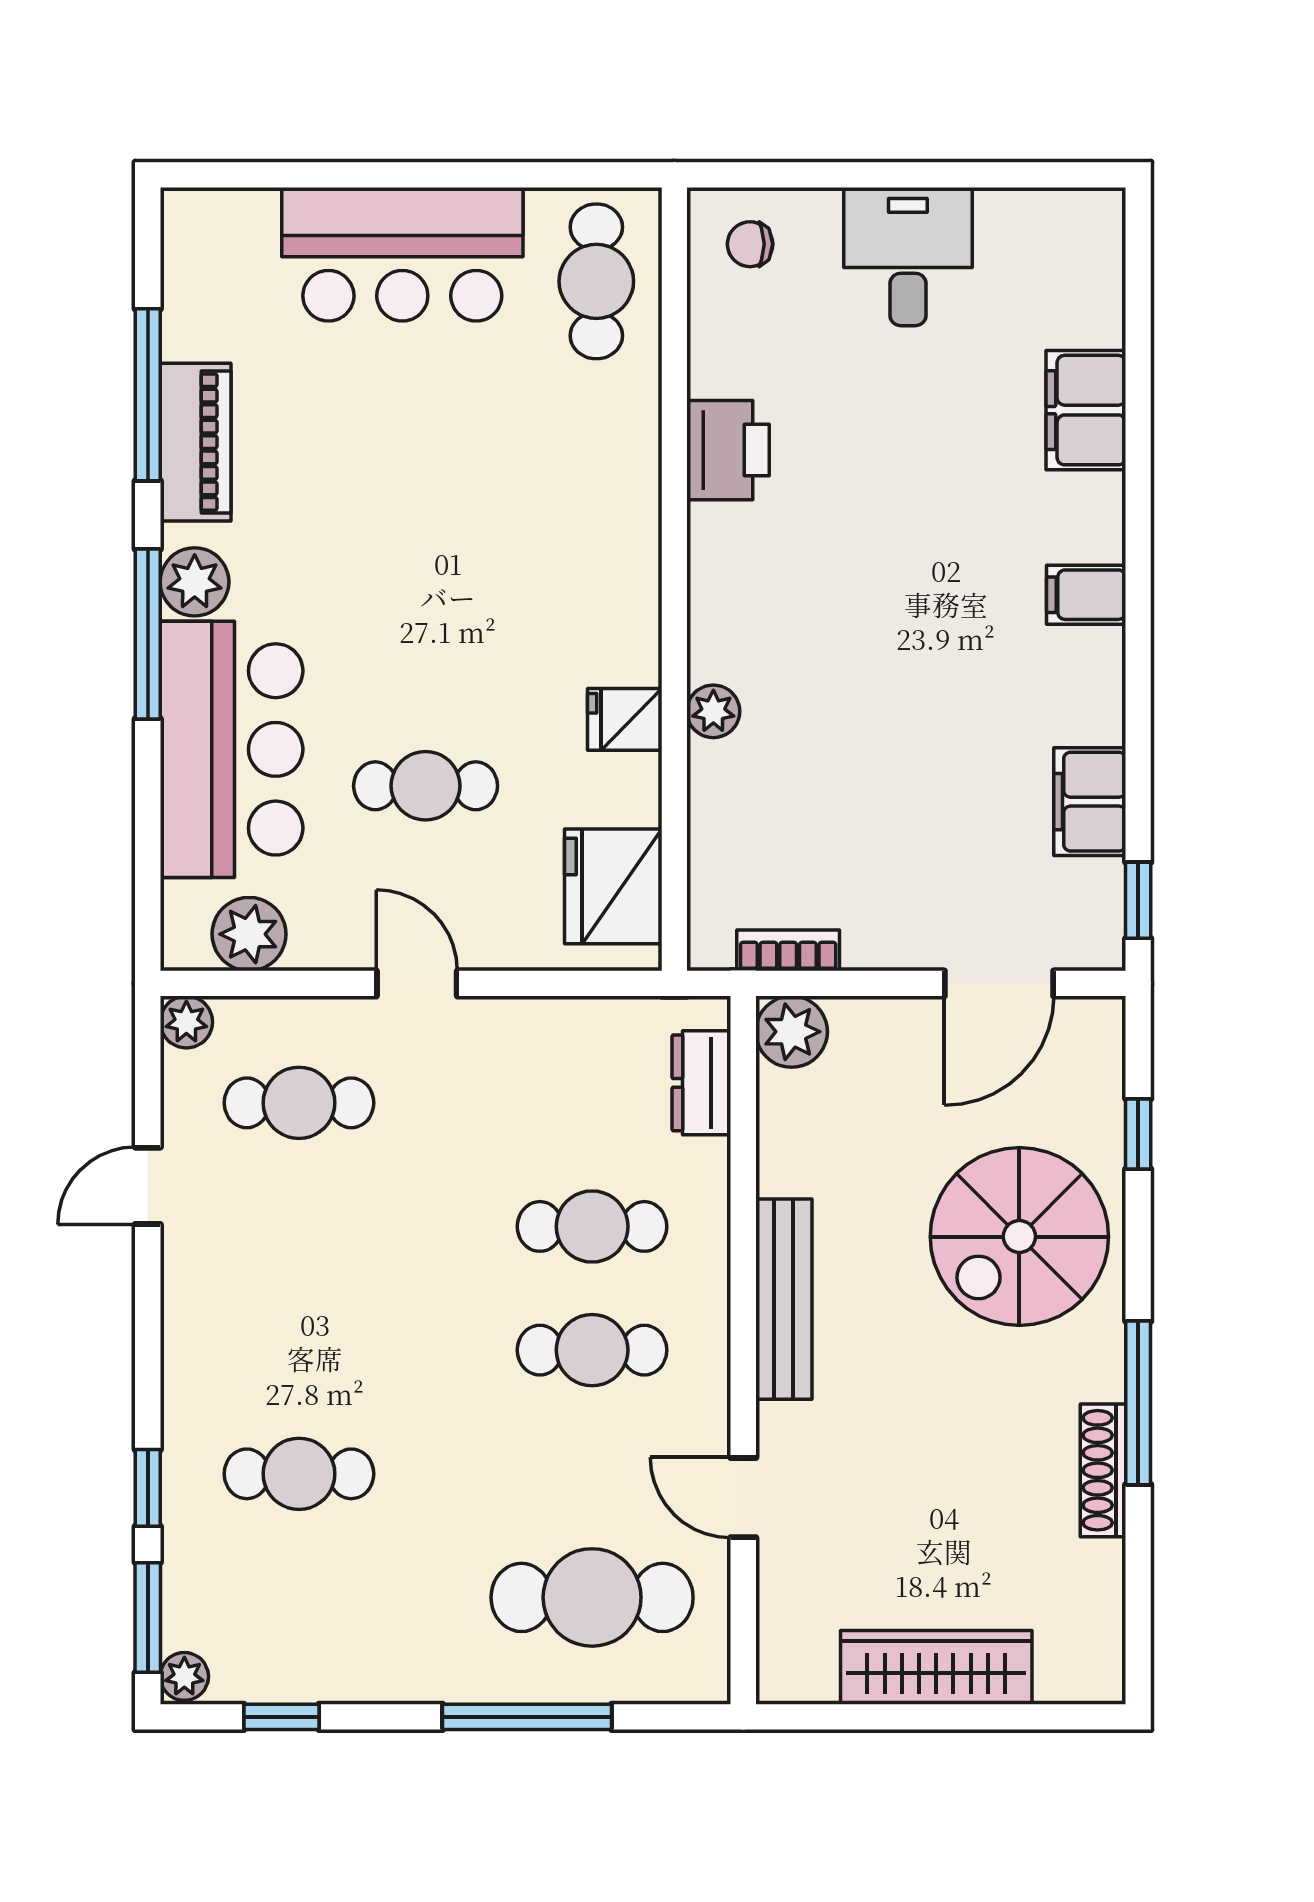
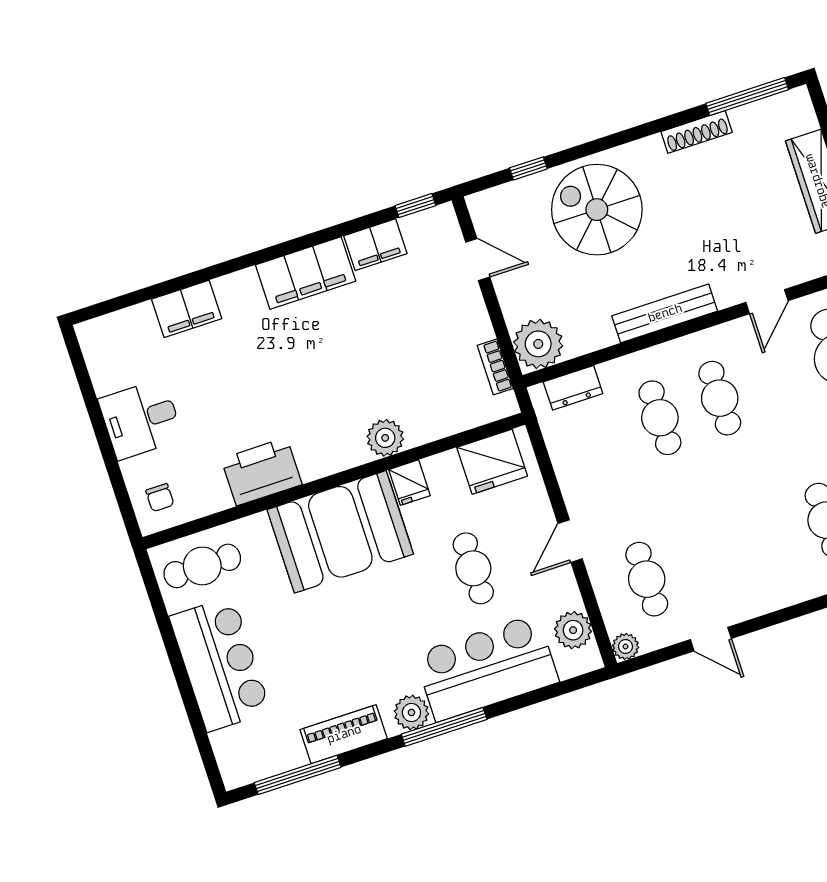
window: (148, 395) -> (298, 775), moved
printer: (728, 450) -> (262, 472), width x1.37, depth x1.19
booth: (575, 560) -> (340, 532), added
filing cabinet: (1086, 595) -> (306, 273), width x3.00, depth x1.17
plant: (713, 711) -> (385, 438), width x1.38, depth x1.38
door: (999, 983) -> (478, 260), width x0.73
plant: (792, 1032) -> (538, 344), width x1.36, depth x1.36
spiral stairs: (1019, 1237) -> (597, 210), turned 180
window: (1138, 1403) -> (747, 96), moved

